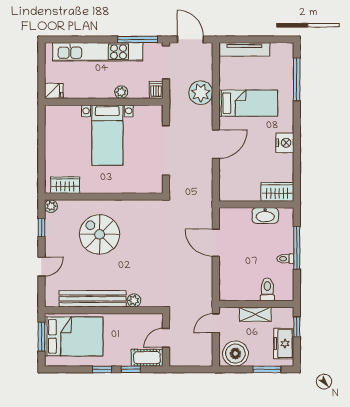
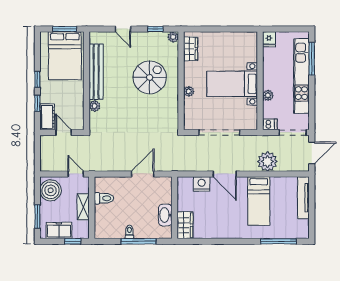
window: (138, 39) -> (312, 59), moved
nightstand: (285, 143) -> (202, 184), moved, turned 180
plant: (116, 187) -> (189, 91), added
toilet: (267, 289) -> (104, 198), moved

